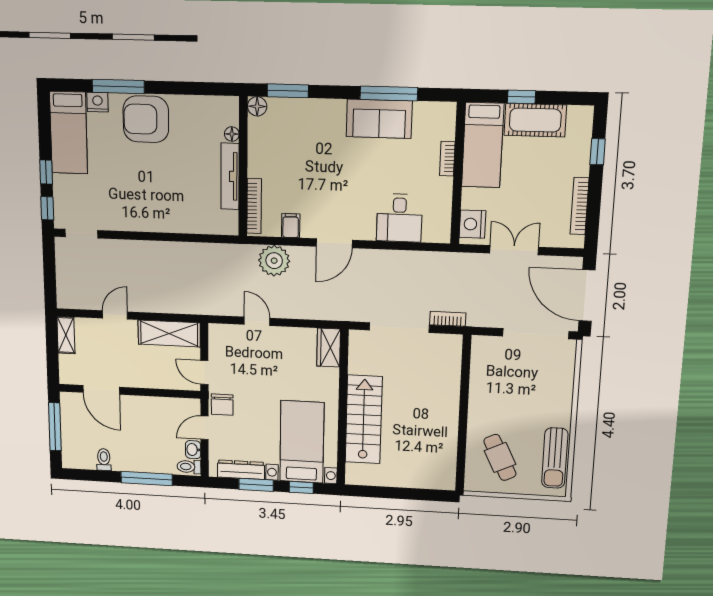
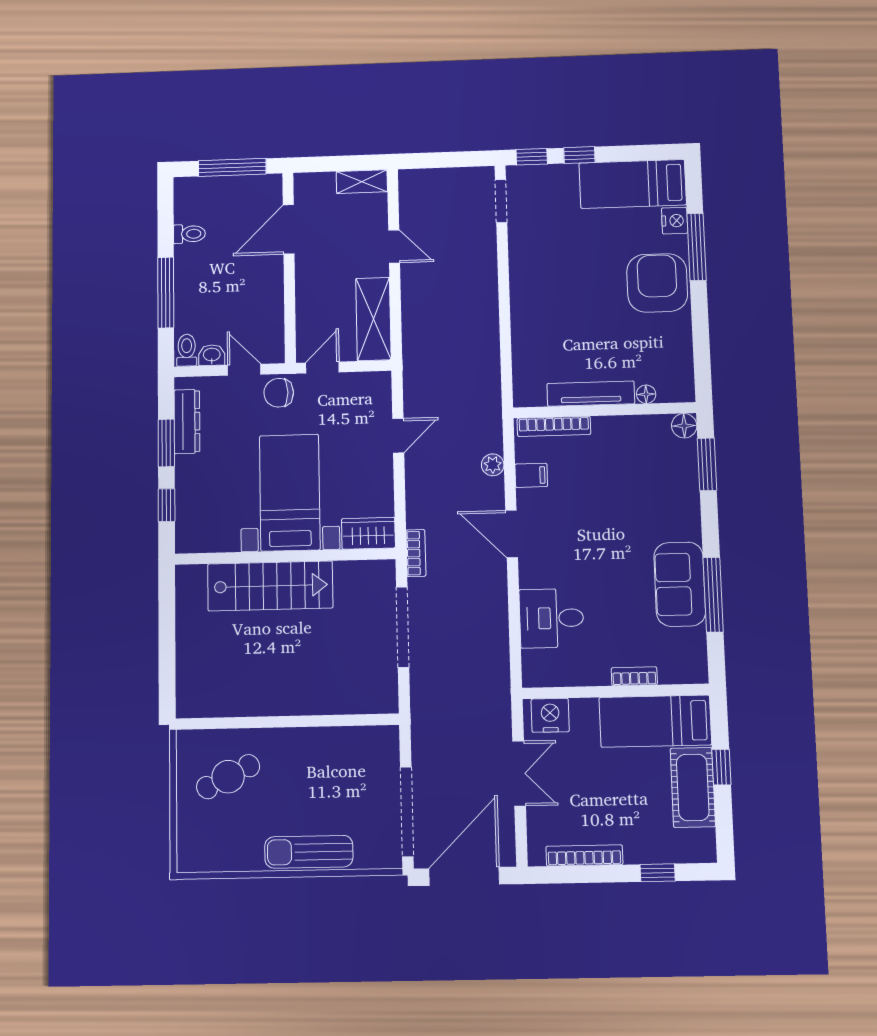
plant: (274, 261) -> (493, 465), width x0.53, depth x0.53
bookcase: (448, 319) -> (416, 553), moved
bed with nightstands: (302, 442) -> (290, 493), moved, turned -90
sun lounger: (555, 458) -> (309, 852), moved

